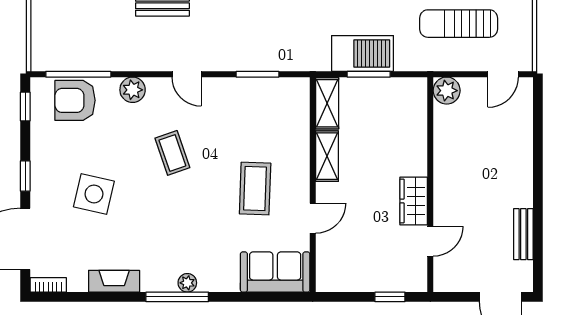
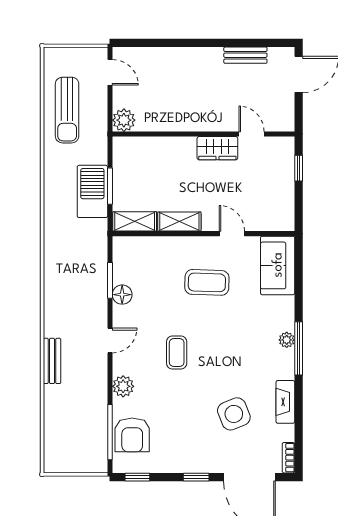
floor lamp: (241, 89) -> (122, 295), added
coffee table: (172, 153) -> (177, 353), turned -71
side table: (94, 194) -> (234, 414), moved, turned -35

